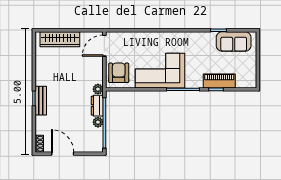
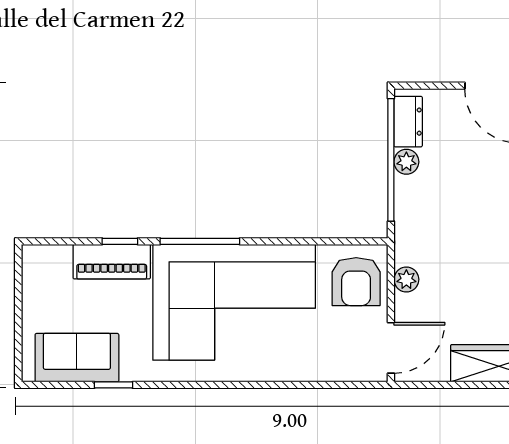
corner sofa: (160, 71) -> (234, 302), width x1.36, depth x1.36
plant: (98, 89) -> (406, 279), moved
dresser: (97, 106) -> (408, 122), moved

